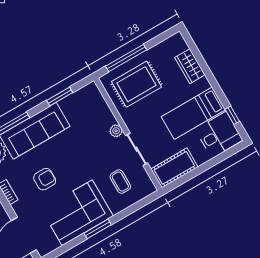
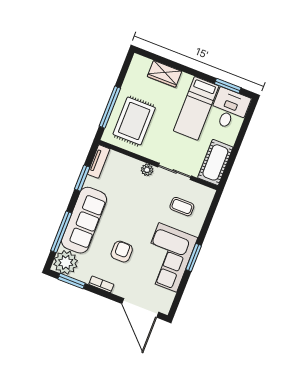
tv unit: (83, 94) -> (99, 161), added
window: (232, 115) -> (228, 86), width x1.50

